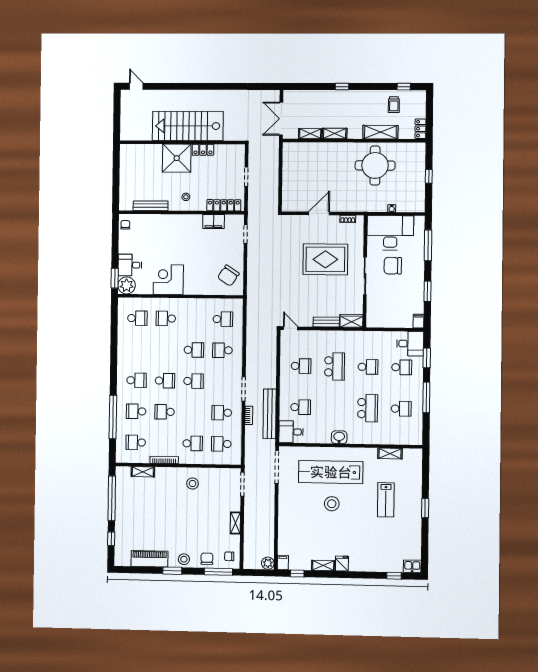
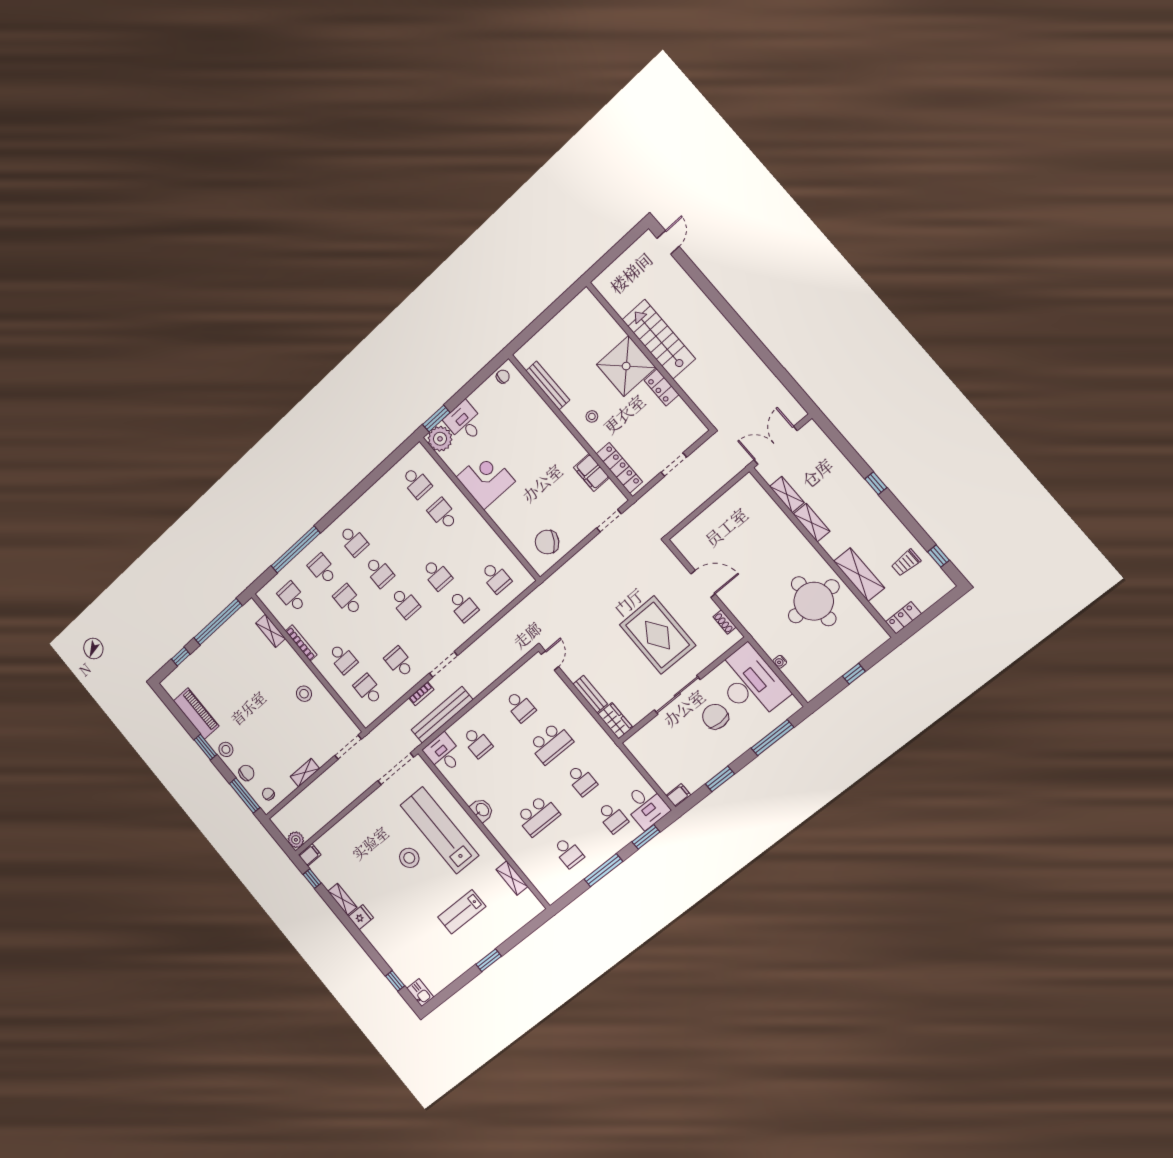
stairs: (188, 126) -> (659, 339), width x0.73, depth x0.66
school desk: (222, 350) -> (463, 606), turned 180

